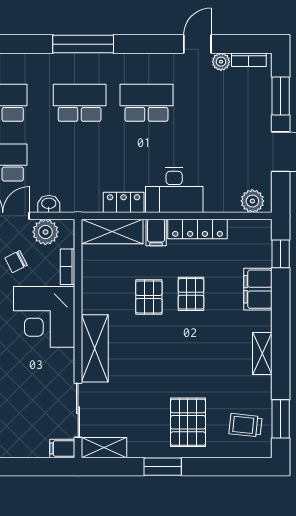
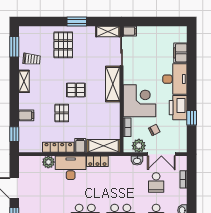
plant: (252, 201) -> (48, 162), moved
filing cabinet: (258, 289) -> (26, 115), width x0.50
pallet: (149, 297) -> (76, 90), moved, turned 90
trolley: (245, 425) -> (32, 59), moved

